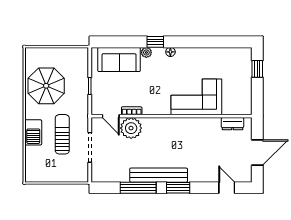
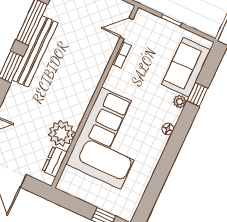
window: (155, 42) -> (197, 95), moved
corner sofa: (196, 97) -> (111, 138), width x1.36, depth x1.36
plant: (131, 128) -> (62, 133), moved

